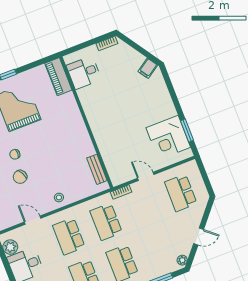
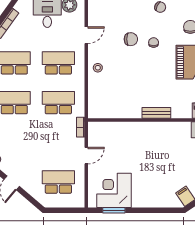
bench: (97, 169) -> (156, 113), moved
chair: (20, 177) -> (131, 39), turned 116

